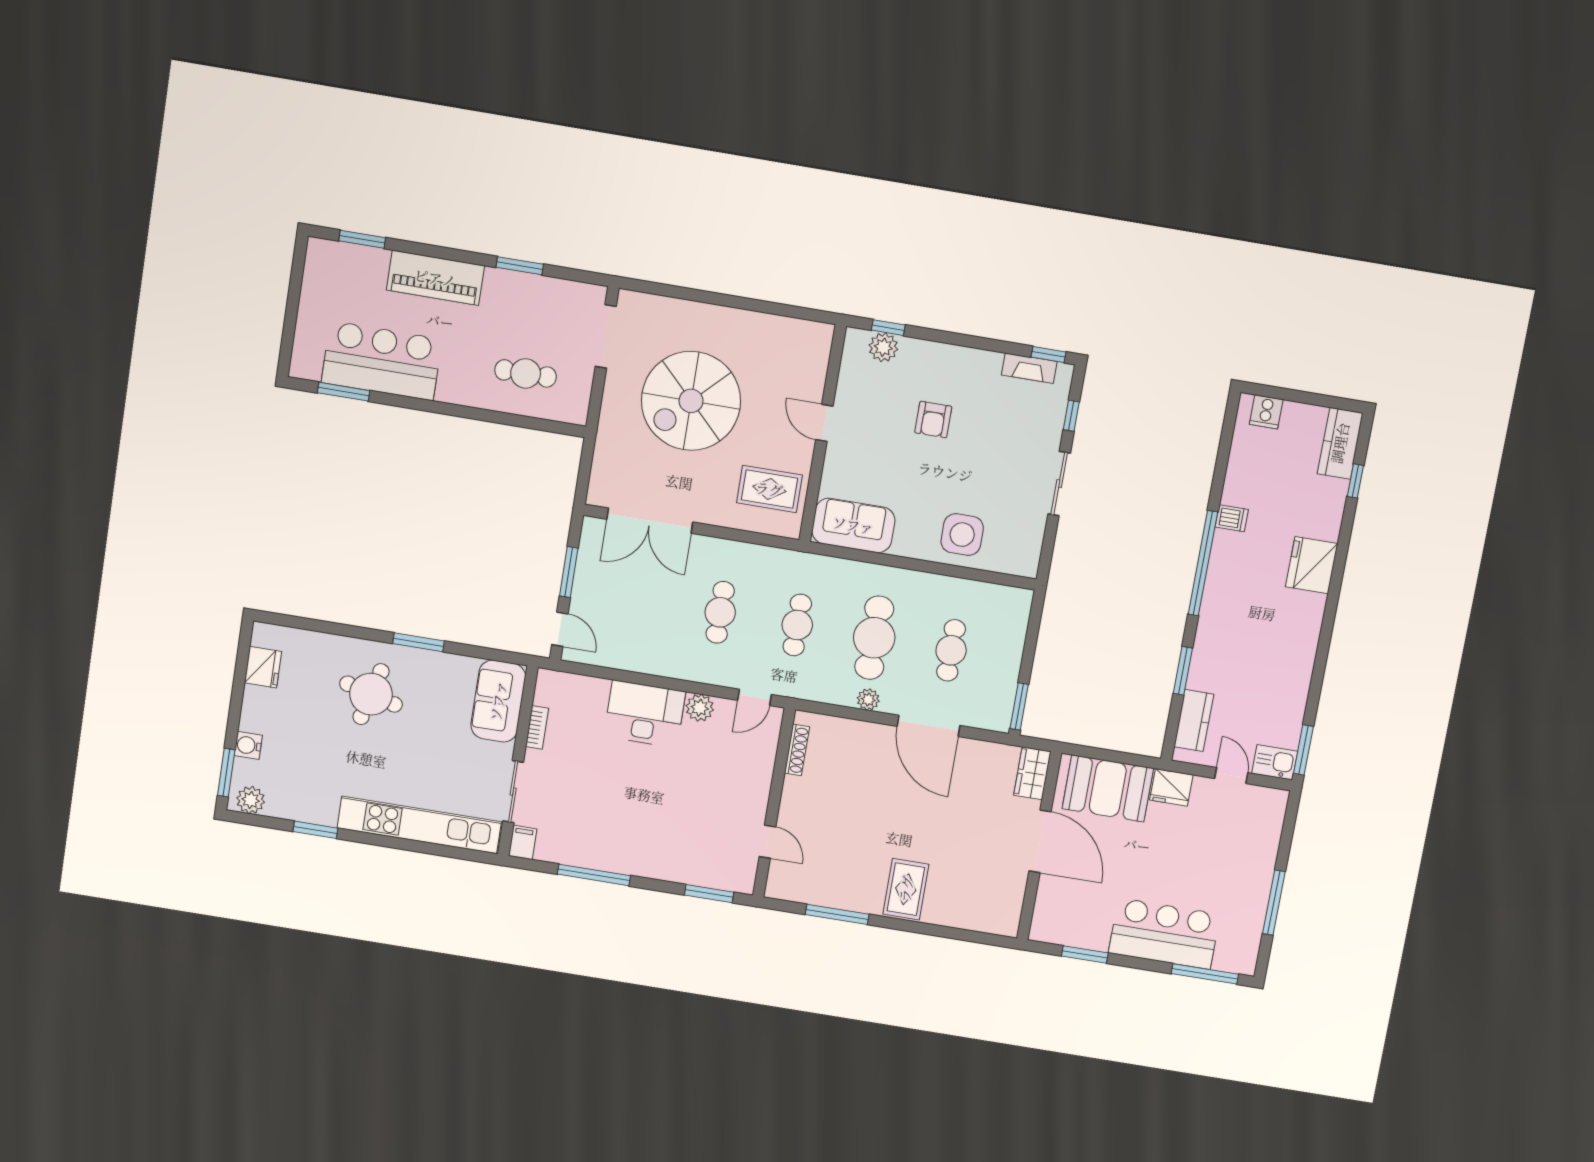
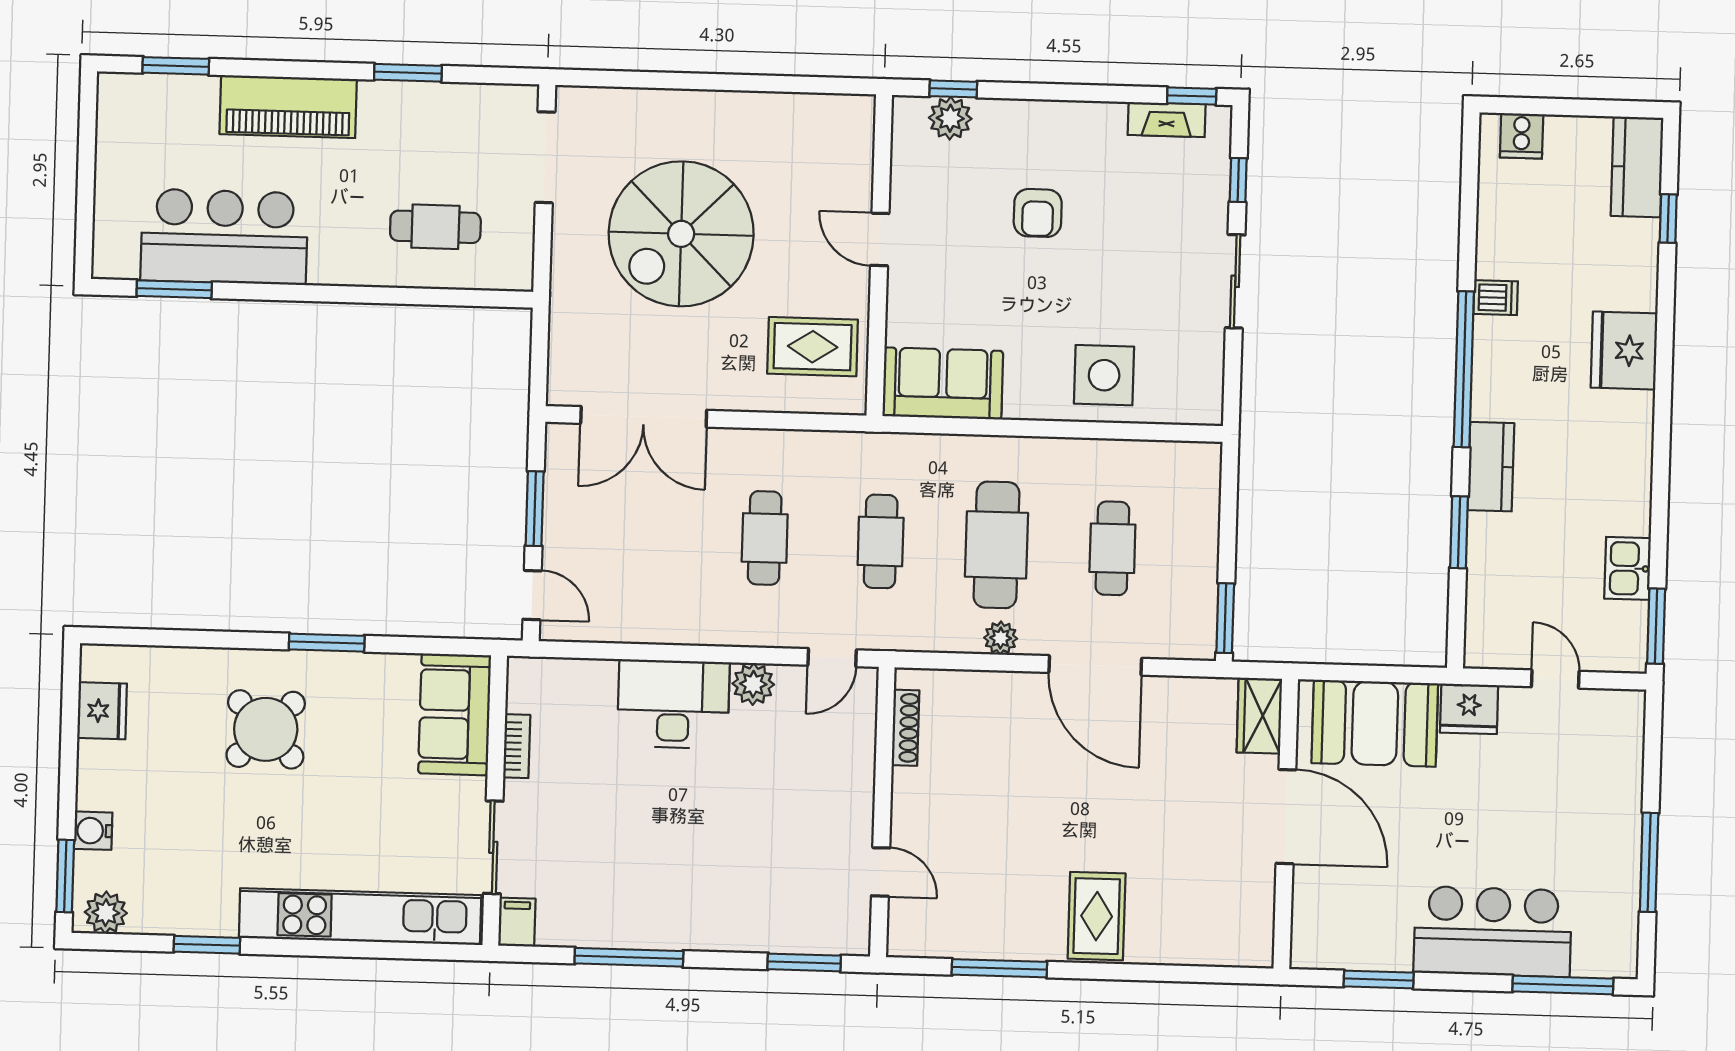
round table: (371, 694) -> (266, 729), turned 30
kitchen counter: (1194, 721) -> (1491, 467), moved
kitchen sink: (1275, 762) -> (1628, 568), moved, turned -90

